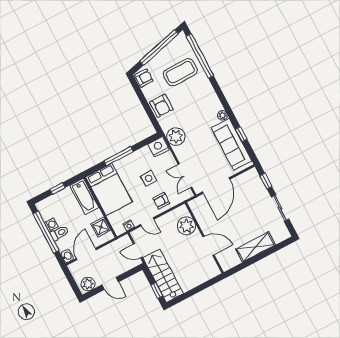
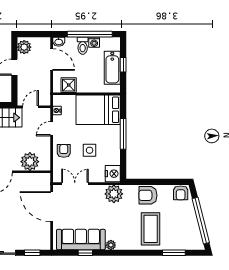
window: (200, 56) -> (174, 253), width x0.47
coffee table: (180, 72) -> (151, 229), moved
bathtub: (84, 197) -> (112, 68), moved, turned -90

